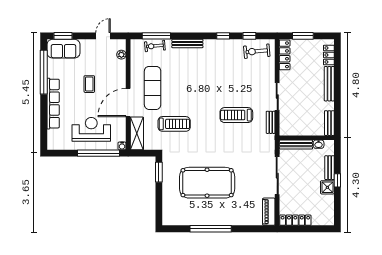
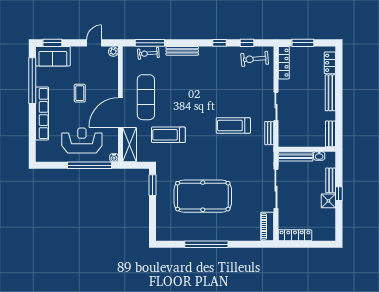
plant: (121, 55) -> (113, 52), moved
treadmill: (174, 124) -> (168, 135), turned 180

